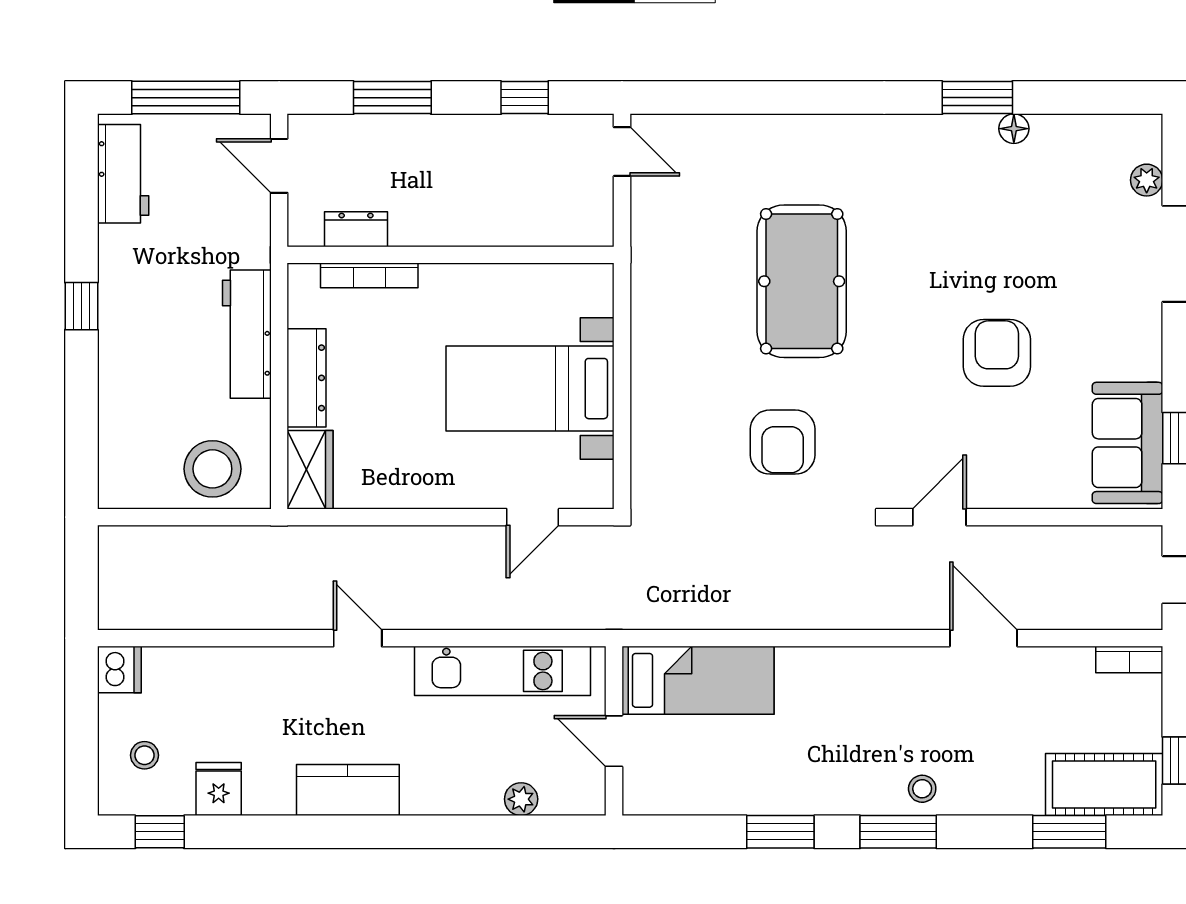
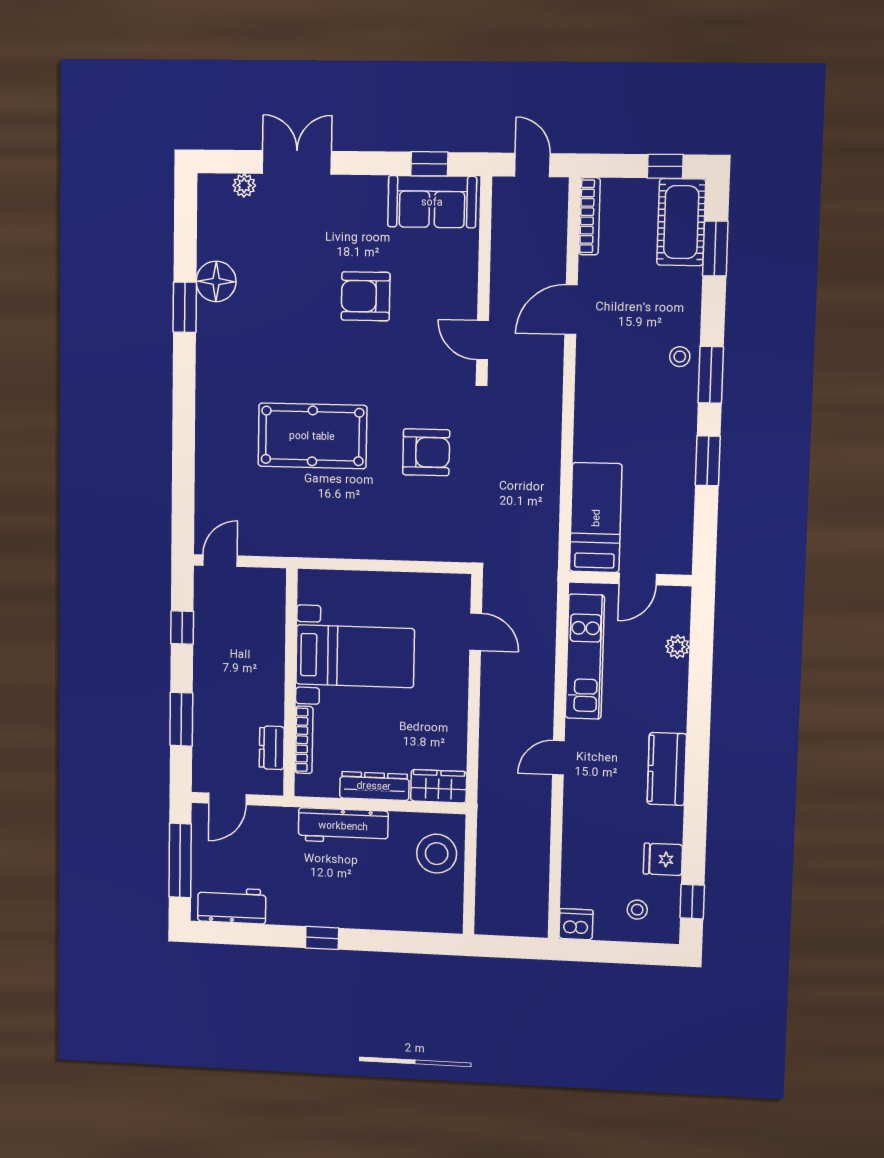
floor lamp: (1014, 129) -> (216, 281), width x1.89, depth x1.89
bed with nightstands: (530, 389) -> (355, 656), moved, turned -90
bookcase: (1129, 660) -> (589, 216), width x1.56

